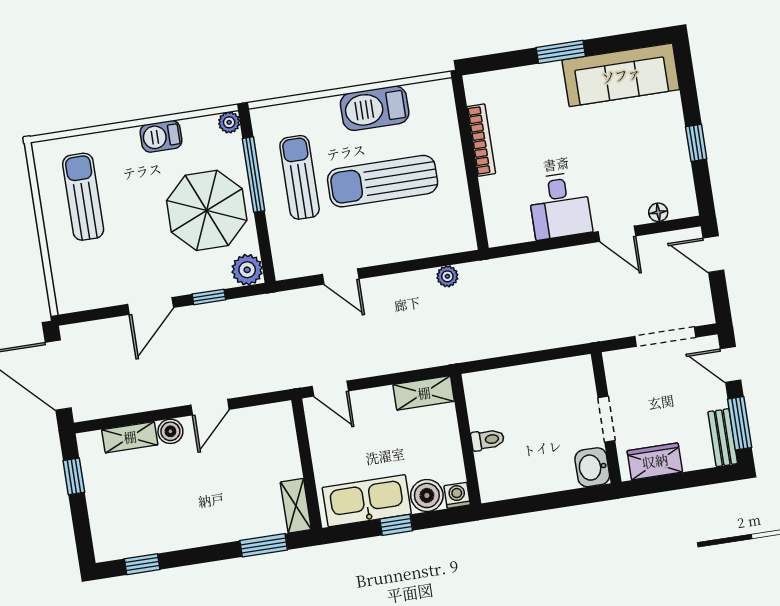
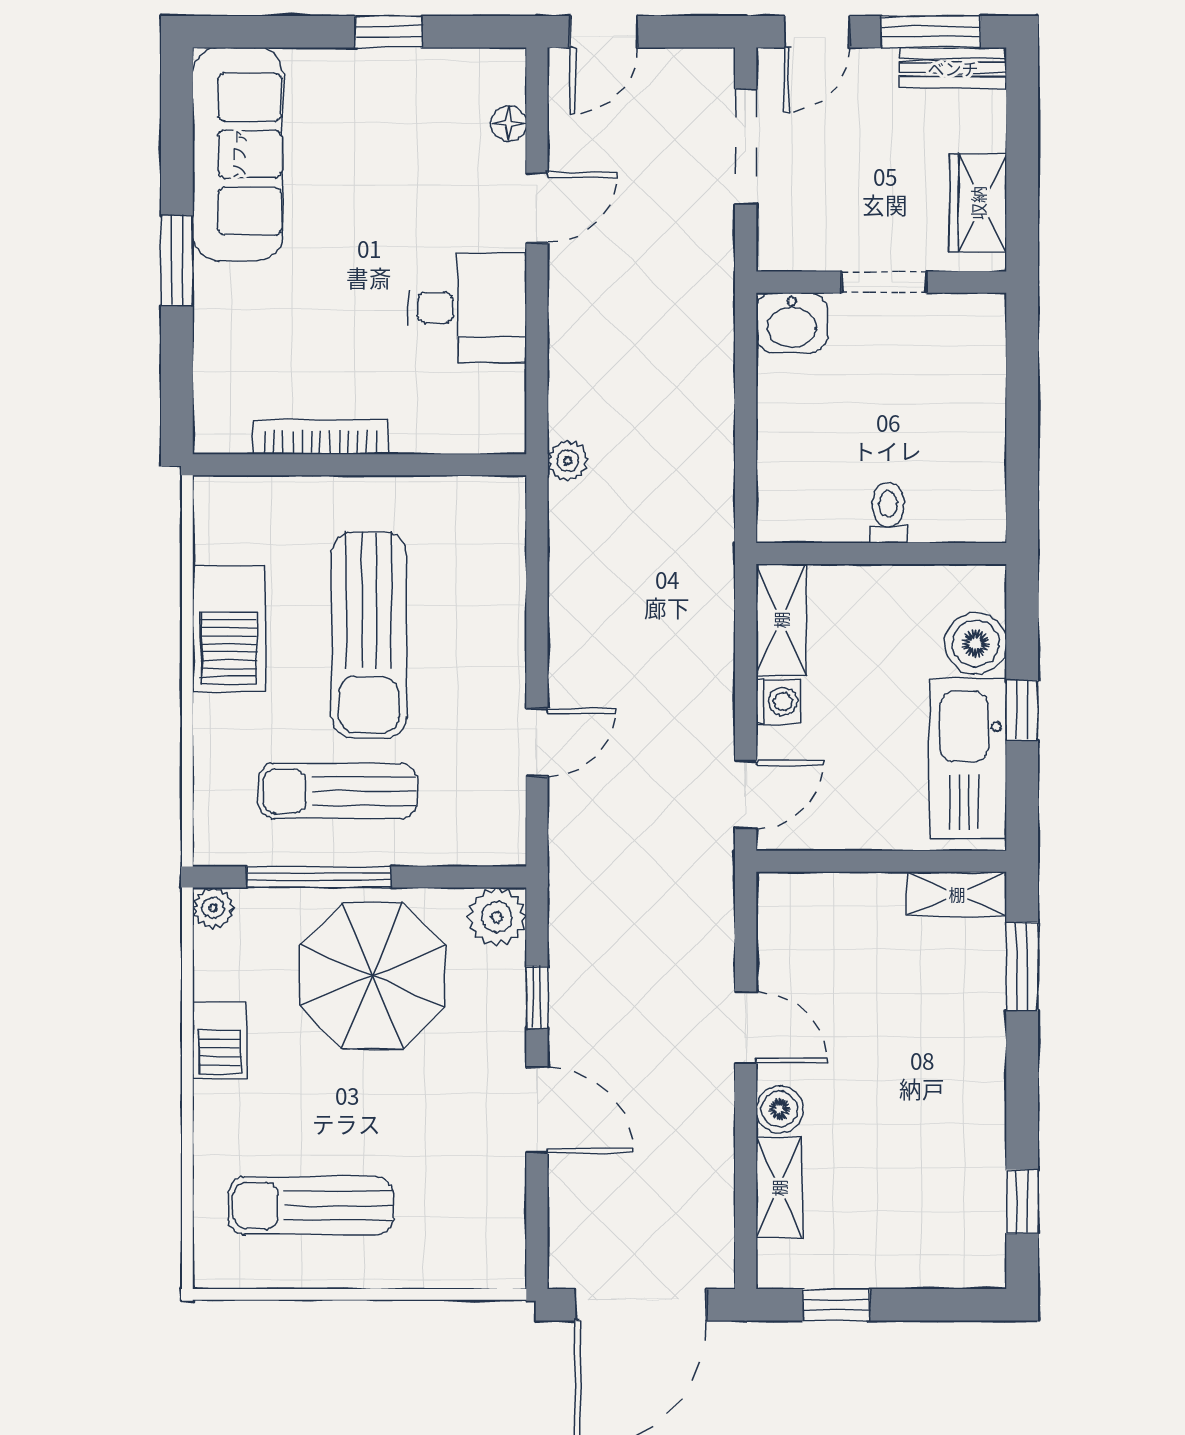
plant: (447, 276) -> (568, 461), moved
washbasin: (592, 467) -> (792, 323), moved
washing machine: (457, 495) -> (778, 701), moved, turned 180

